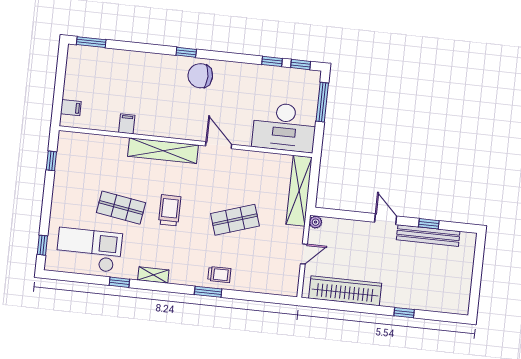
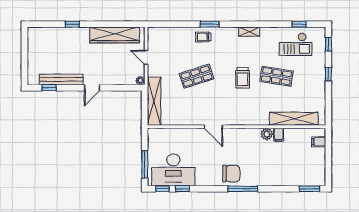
window: (186, 52) -> (243, 189), width x2.17
plant: (144, 127) -> (267, 134), added
desk: (284, 127) -> (173, 170), moved, turned 180
shelving: (163, 151) -> (294, 119), moved
window: (51, 161) -> (328, 74), moved
door: (386, 219) -> (92, 88), hinge flipped
window: (429, 224) -> (49, 88), moved
checkout: (89, 250) -> (296, 44), width x0.73, depth x0.83
door: (304, 254) -> (146, 57), hinge flipped
window: (119, 282) -> (299, 24), moved

